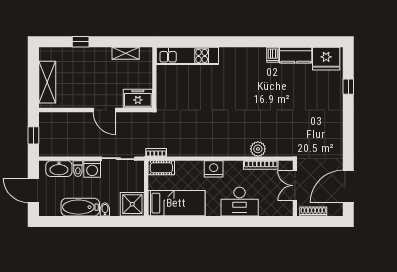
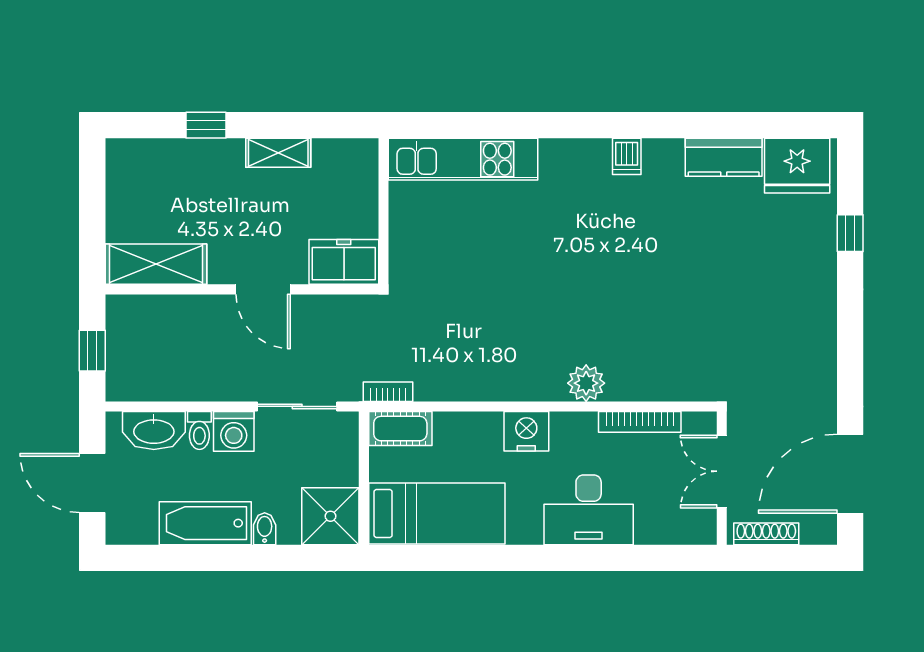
shelving: (126, 53) -> (278, 153), moved
dishwasher: (273, 55) -> (627, 156), moved
shelving: (47, 82) -> (156, 264), moved, turned 90
plant: (258, 149) -> (586, 383), moved

